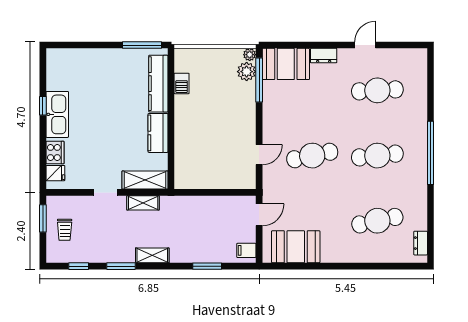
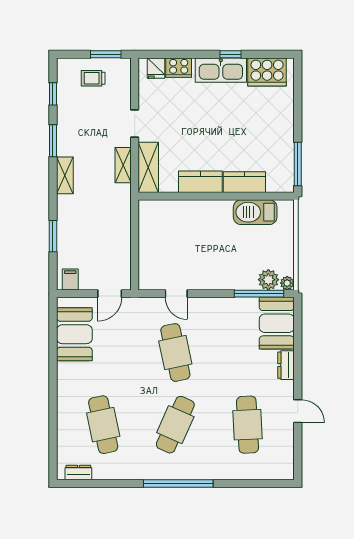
cooker: (59, 73) -> (267, 72), added
barbecue: (182, 83) -> (255, 212), width x1.88, depth x1.53
kitchen counter: (158, 84) -> (244, 182), width x0.67
cafe table: (377, 156) -> (175, 425), turned 30
door: (259, 215) -> (110, 294), hinge flipped

